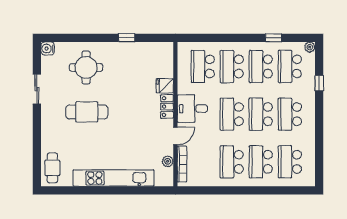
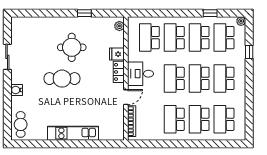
water cooler: (48, 49) -> (17, 90), moved
round table: (86, 67) -> (72, 47), moved
cafe table: (87, 112) -> (62, 79), moved
plant: (168, 161) -> (119, 26), moved
kitchen unit: (114, 178) -> (73, 133), width x0.73

